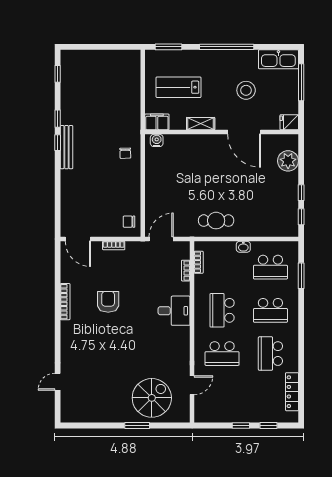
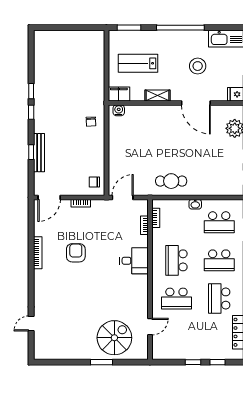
window: (58, 74) -> (31, 152), moved
bench: (67, 147) -> (39, 153), moved
door: (78, 239) -> (49, 197), hinge flipped

